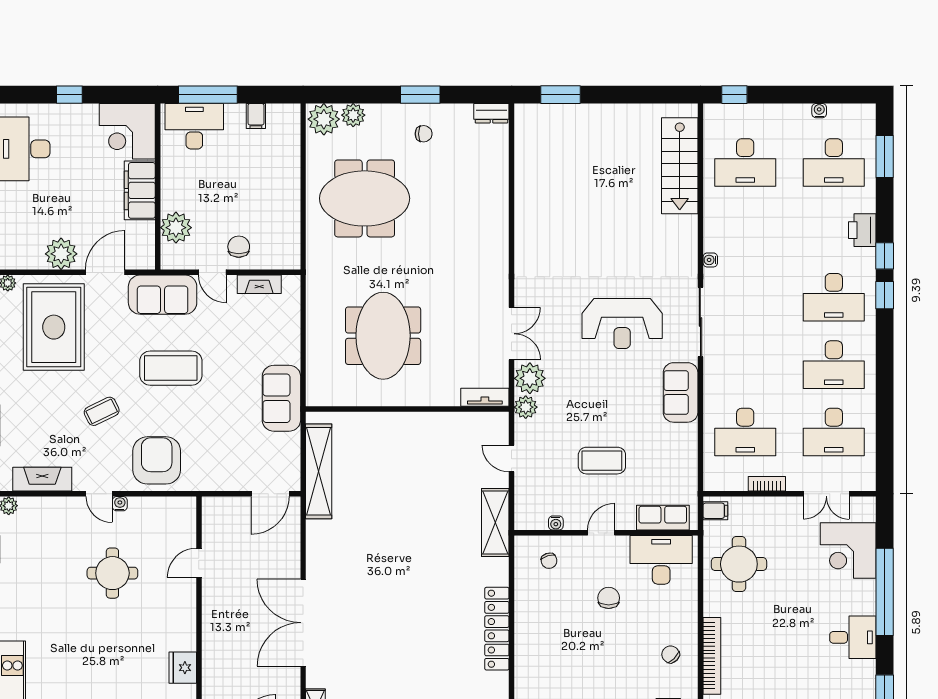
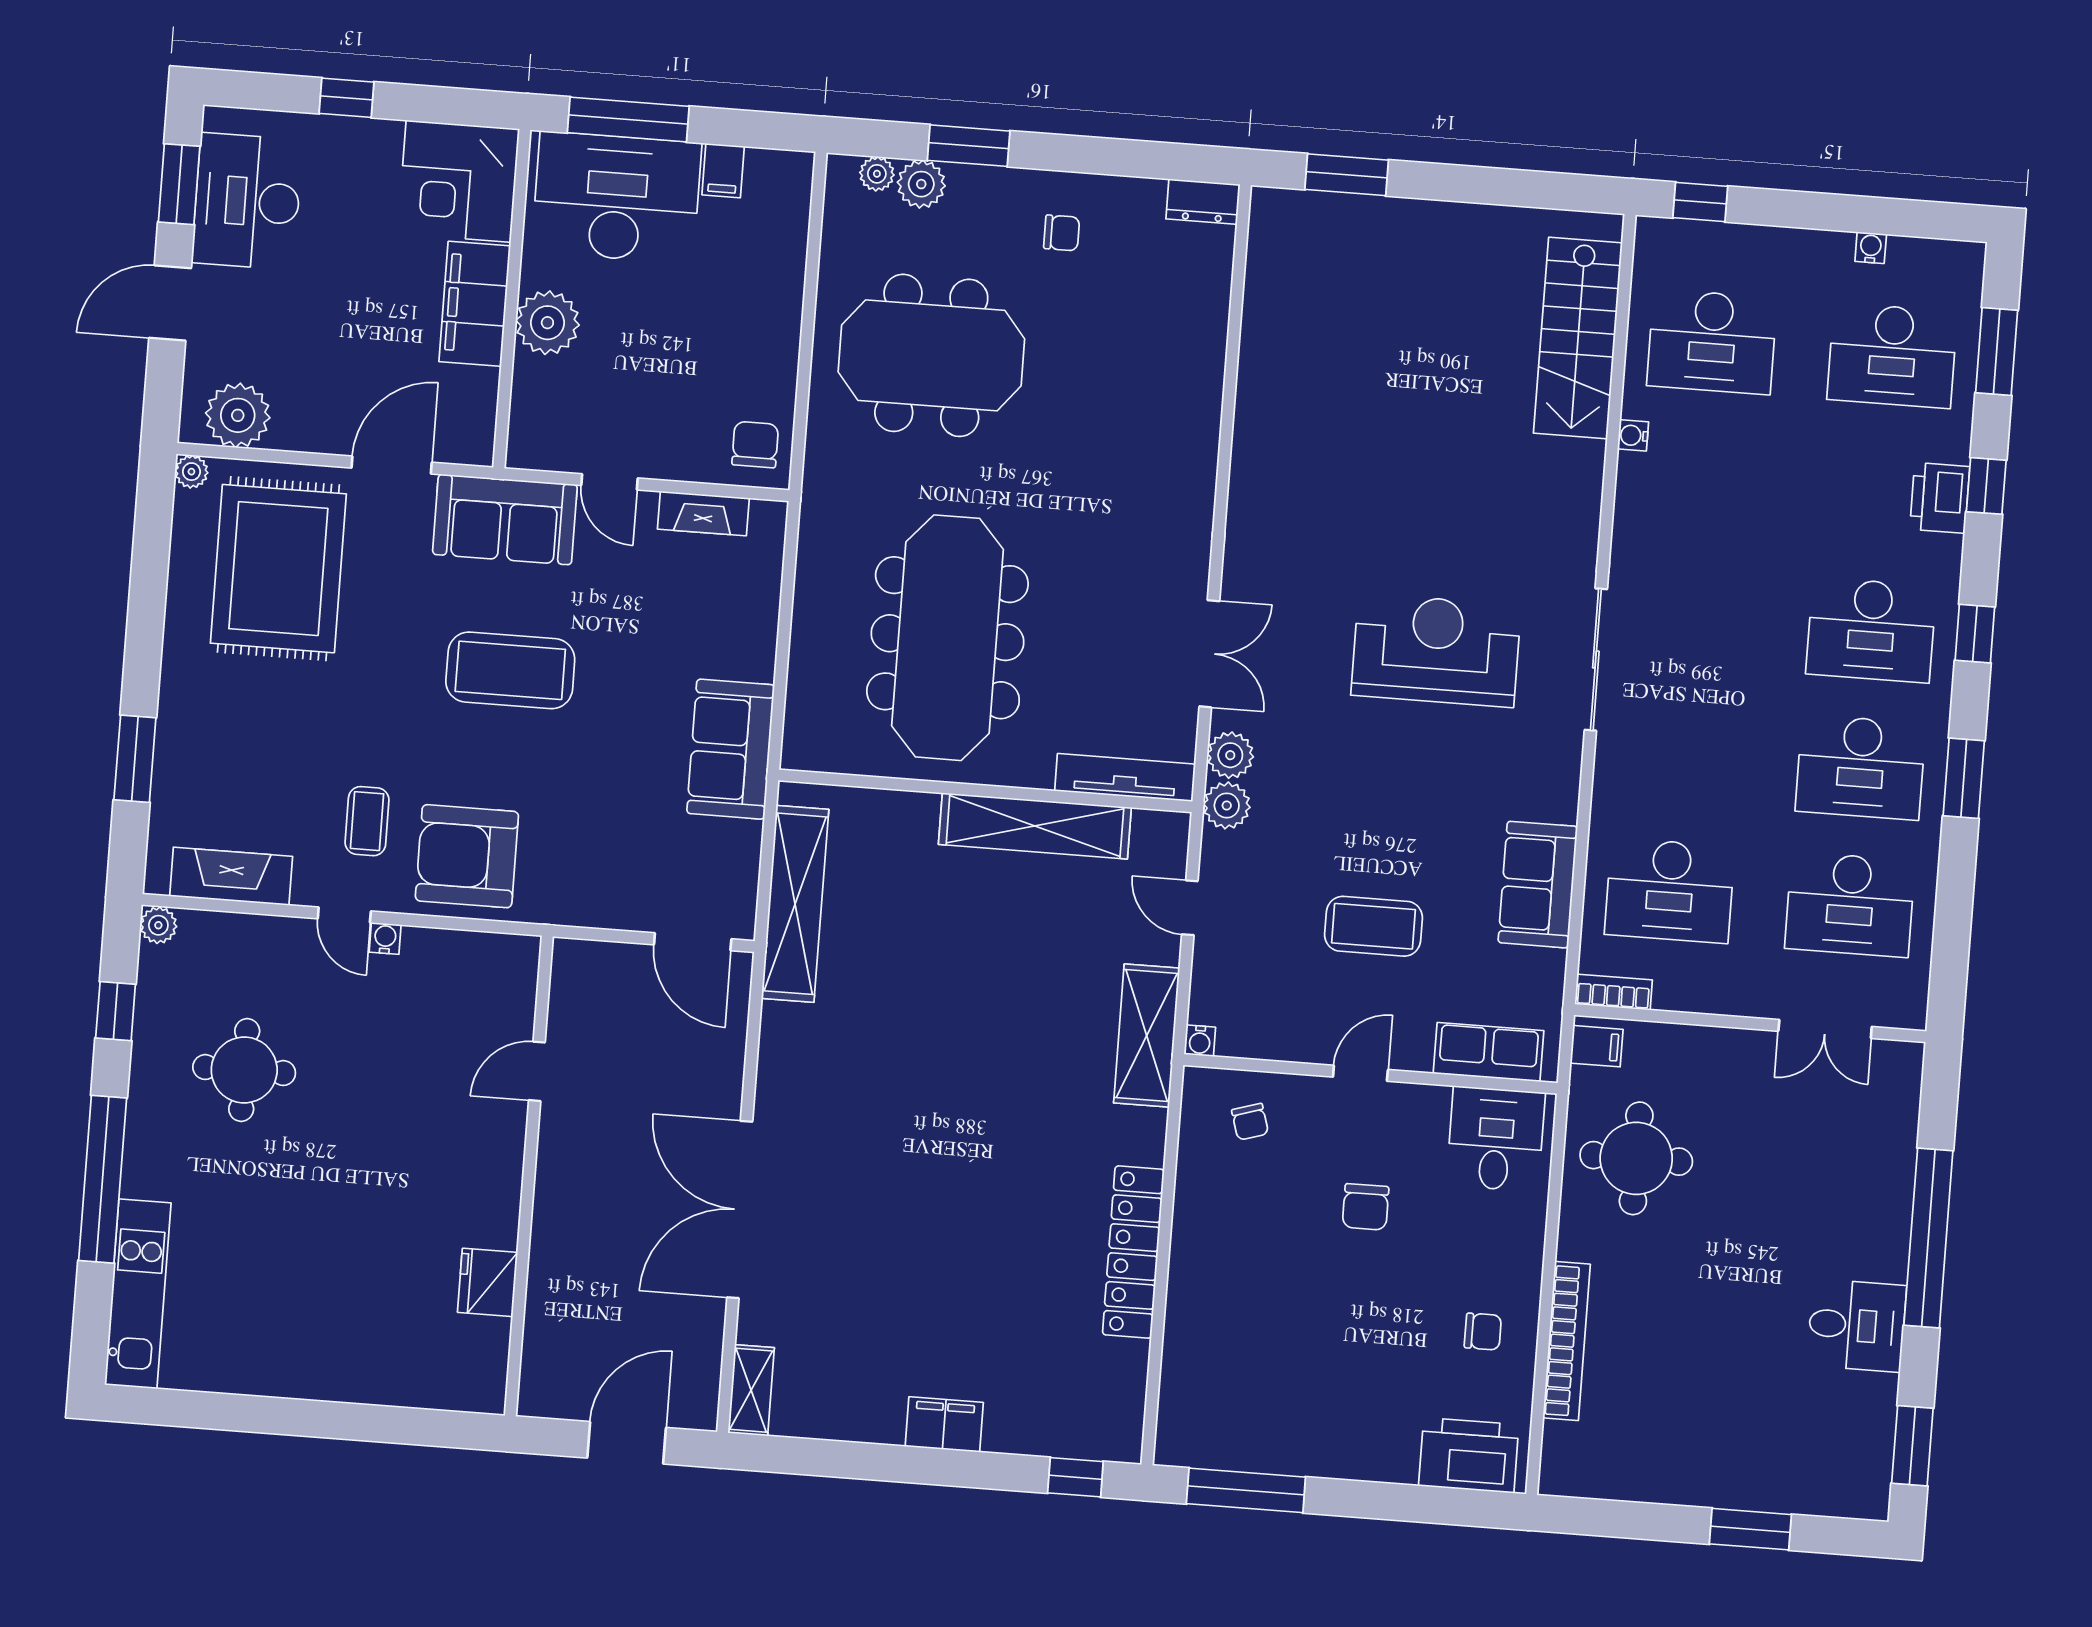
window: (420, 95) -> (969, 146), moved
plant: (324, 119) -> (877, 174), width x0.53, depth x0.53
desk: (194, 126) -> (617, 197), width x1.36, depth x1.30
plant: (176, 228) -> (547, 323), moved
chair: (239, 247) -> (755, 445), moved
plant: (61, 254) -> (238, 415), moved
window: (885, 256) -> (1986, 486), moved
water cooler: (710, 260) -> (1633, 435), moved
reception desk: (622, 323) -> (1436, 650), turned 180
meeting table: (383, 336) -> (947, 638), width x1.36
window: (885, 366) -> (1964, 778), added
plant: (530, 378) -> (1230, 755), width x0.73, depth x0.73
sofa: (681, 392) -> (1538, 885), moved
tv unit: (485, 397) -> (1125, 777), width x1.41
coffee table: (102, 411) -> (367, 821), moved, turned -64
shelving: (433, 424) -> (1035, 826), added
armchair: (157, 460) -> (467, 856), turned -90
bookcase: (767, 484) -> (1614, 992), moved
door: (270, 494) -> (693, 942), hinge flipped
water cooler: (556, 523) -> (1200, 1041), moved
corner desk: (848, 551) -> (1861, 1148), removed
desk: (661, 560) -> (1496, 1139), width x0.73
round table: (112, 573) -> (244, 1070), moved
chair: (609, 598) -> (1366, 1207), turned 180
chair: (671, 654) -> (1483, 1332), turned 135

